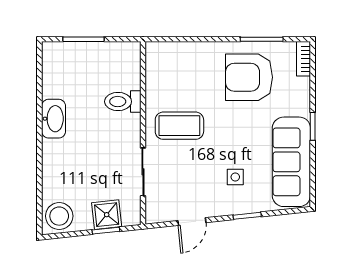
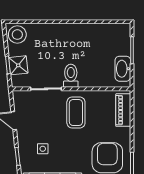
piano: (176, 53) -> (123, 110), added
toilet: (123, 102) -> (71, 76), moved
washbasin: (54, 119) -> (123, 69), moved, turned 90

